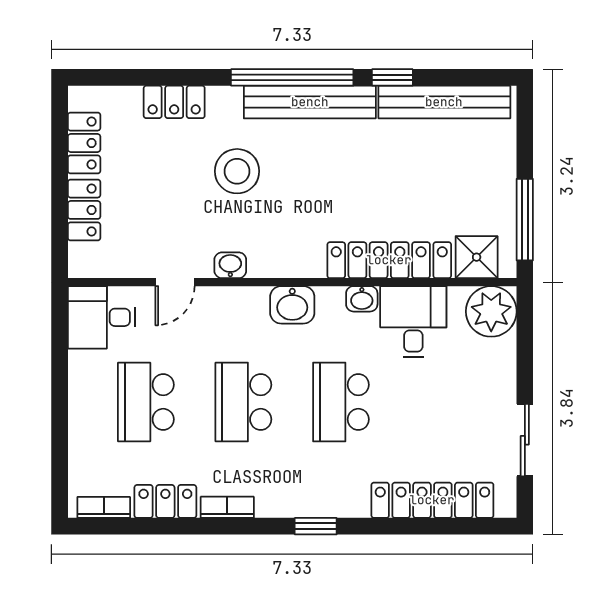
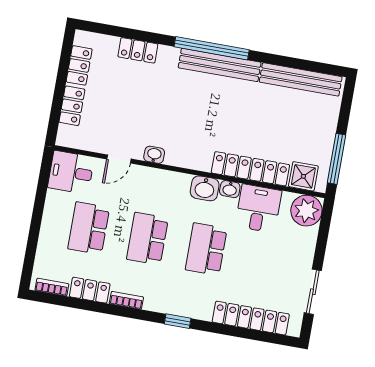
window: (392, 77) -> (272, 59), removed
stool: (237, 171) -> (168, 99), removed
washbasin: (292, 305) -> (205, 188), moved

